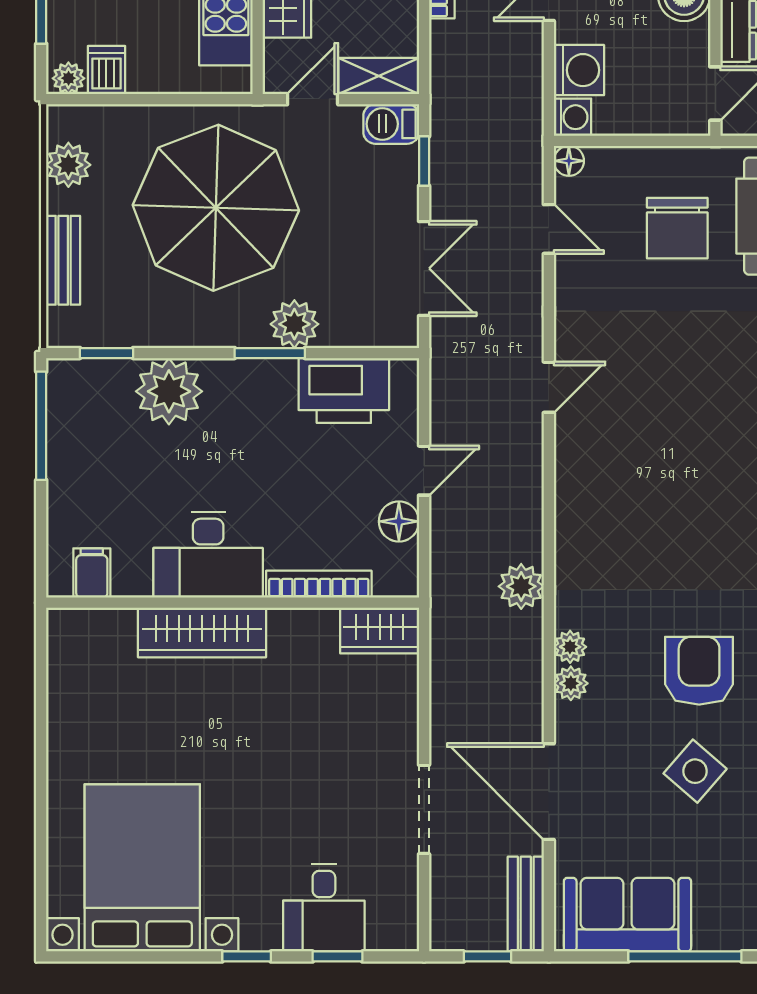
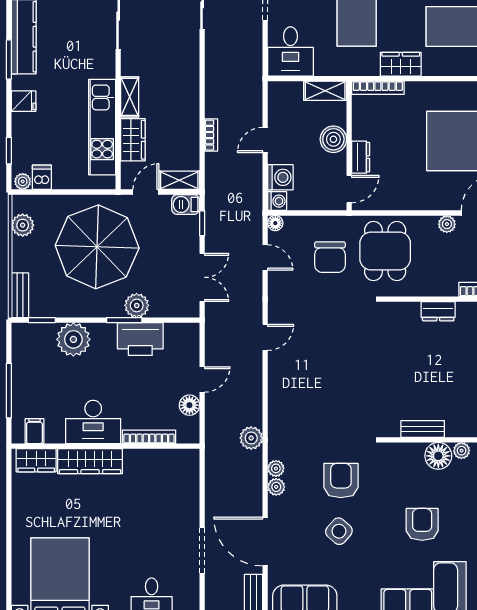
bench: (63, 260) -> (20, 295), moved
printer: (344, 391) -> (140, 339), moved
window: (41, 426) -> (9, 391), moved
wardrobe: (380, 631) -> (36, 460), moved

